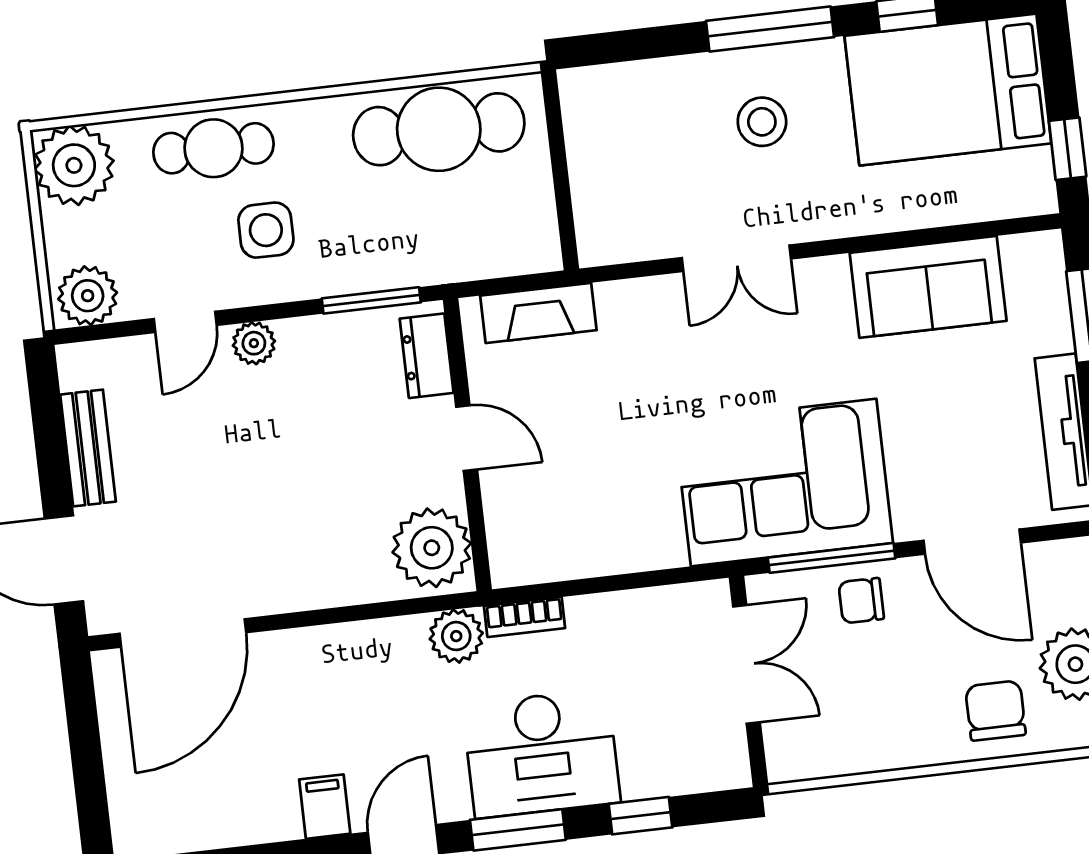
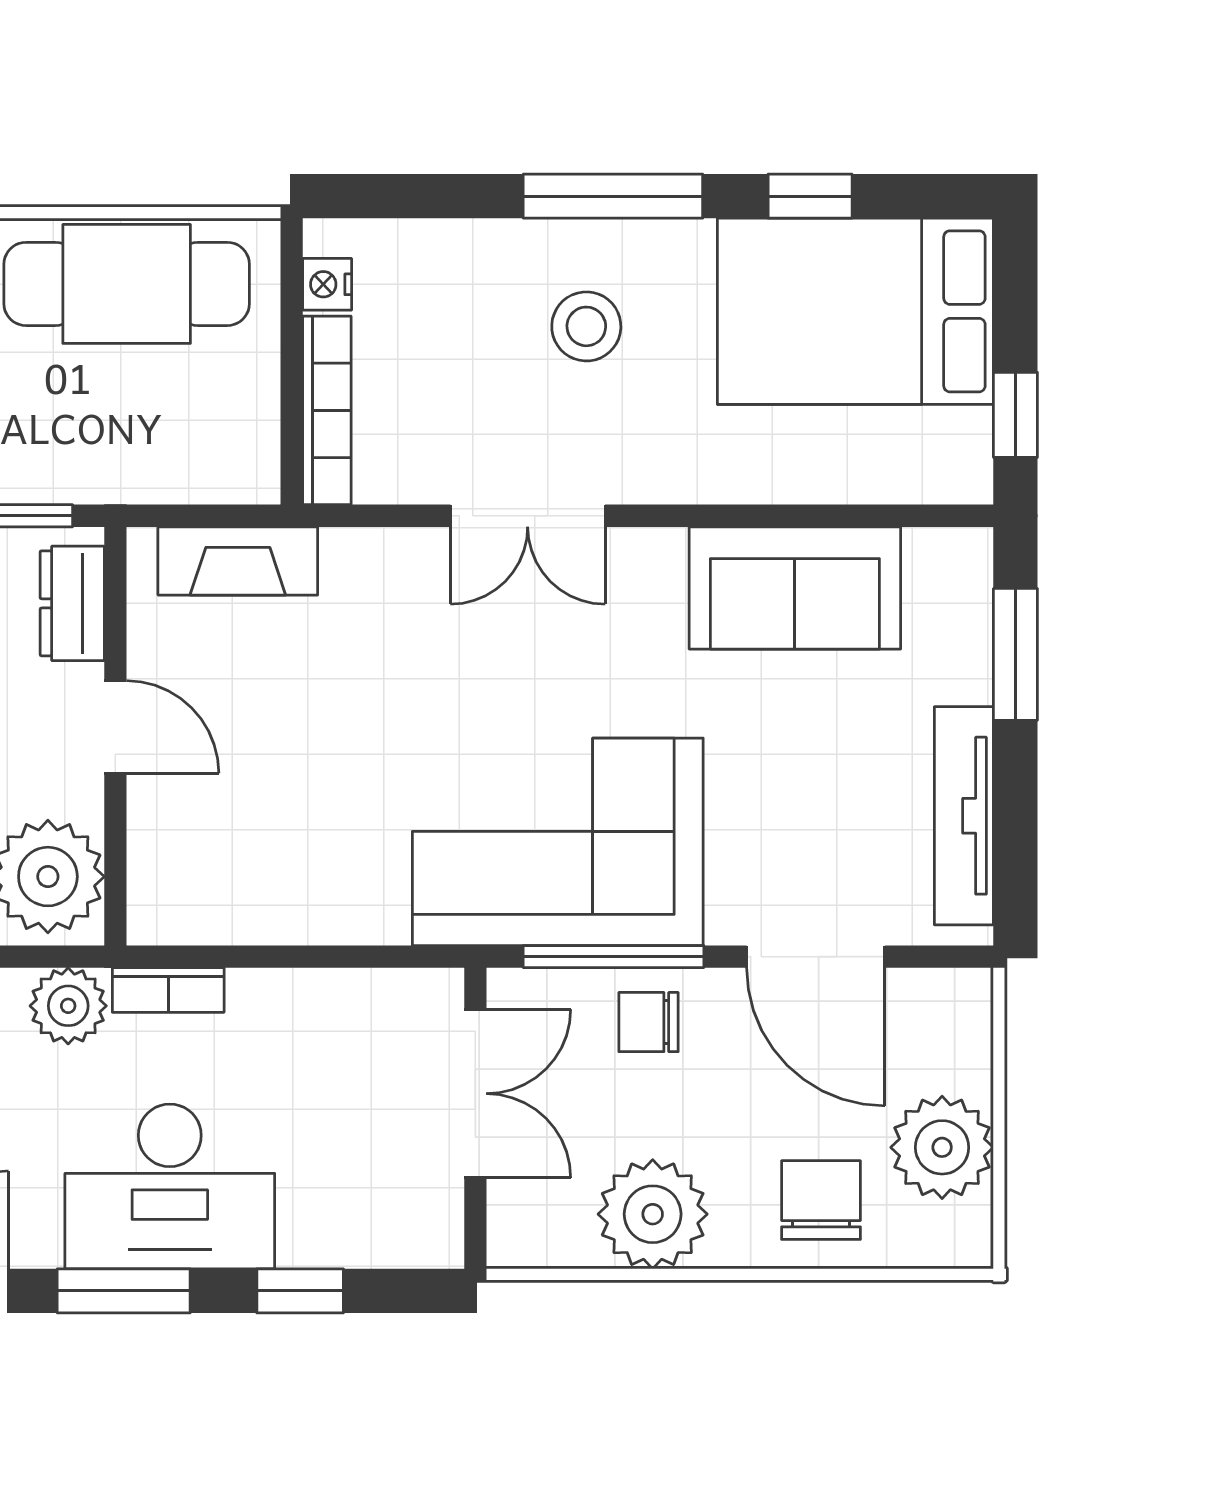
nightstand: (578, 113) -> (327, 284), added
bookcase: (588, 201) -> (327, 410), added
plant: (880, 734) -> (653, 1214), added

